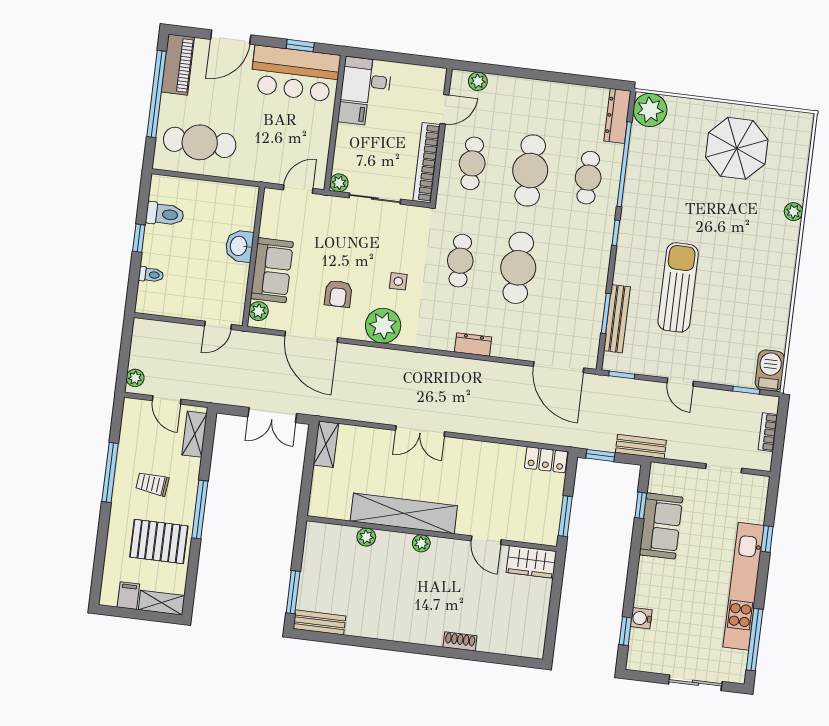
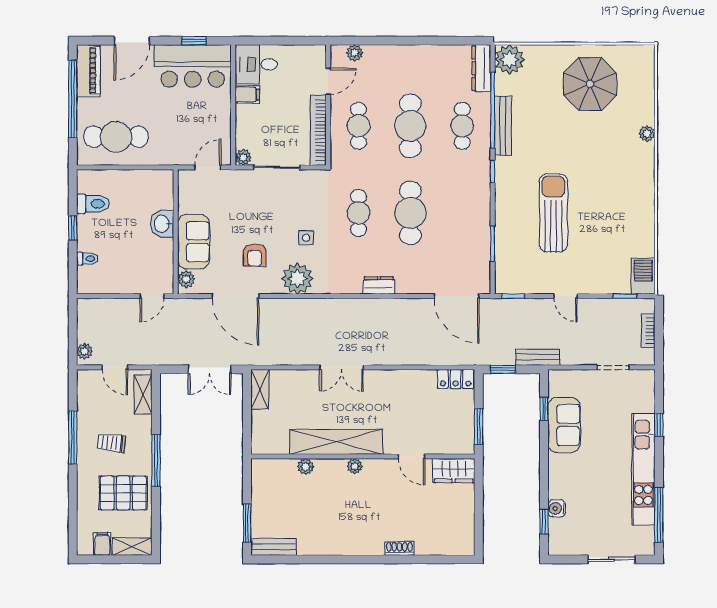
bench: (617, 319) -> (503, 126), moved

